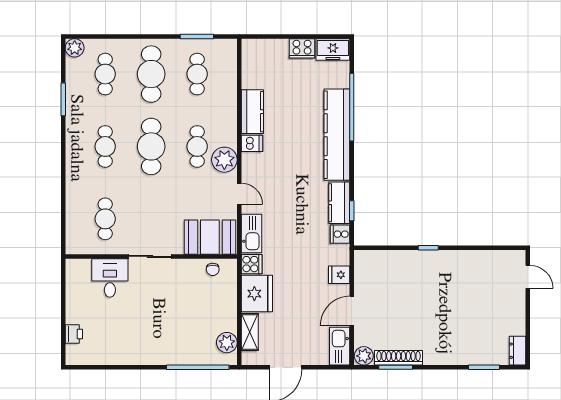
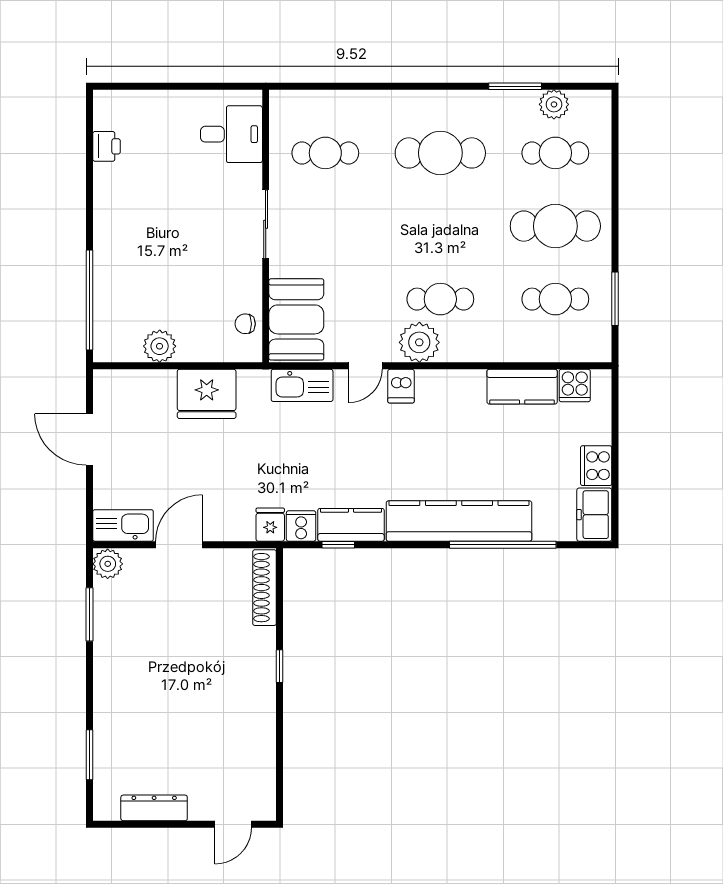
plant: (75, 48) -> (554, 104), moved
kitchen counter: (252, 112) -> (522, 387), moved
dishwasher: (252, 143) -> (401, 386), moved
cafe table: (105, 146) -> (440, 153), width x1.37, depth x1.35
cafe table: (151, 146) -> (440, 226), removed
cooker: (252, 264) -> (575, 385), moved
fridge: (339, 275) -> (270, 525), moved
desk: (110, 278) -> (231, 134), moved
door: (352, 311) -> (179, 545), hinge flipped
shelving: (250, 332) -> (146, 383), removed
printer: (74, 334) -> (107, 146), moved, turned -90
plant: (227, 343) -> (160, 346), moved
dresser: (518, 351) -> (154, 808), moved, width x1.44
shoe rack: (399, 358) -> (265, 588), moved, turned 180

